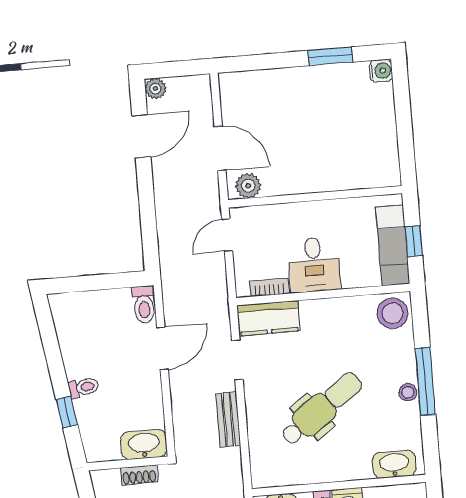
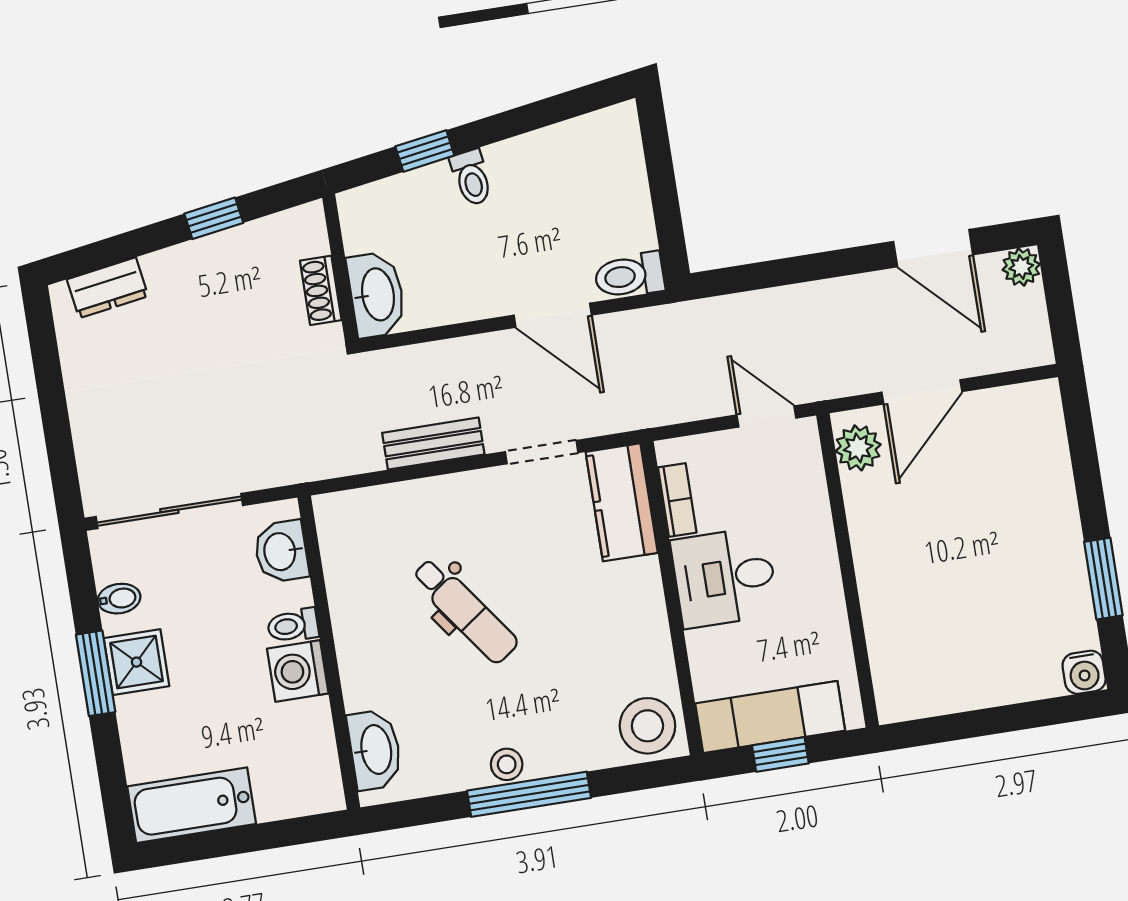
dental chair: (321, 409) -> (465, 611), width x0.73, depth x0.72

